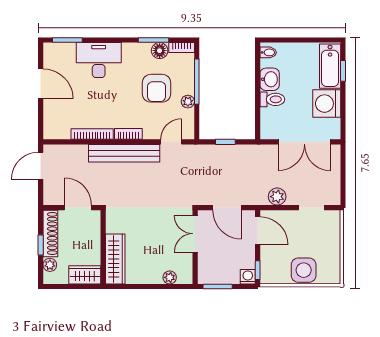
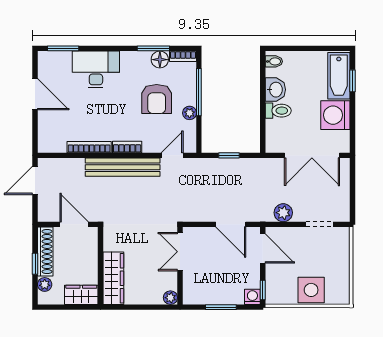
double door: (195, 234) -> (180, 252), moved
wall: (195, 247) -> (180, 266), moved

